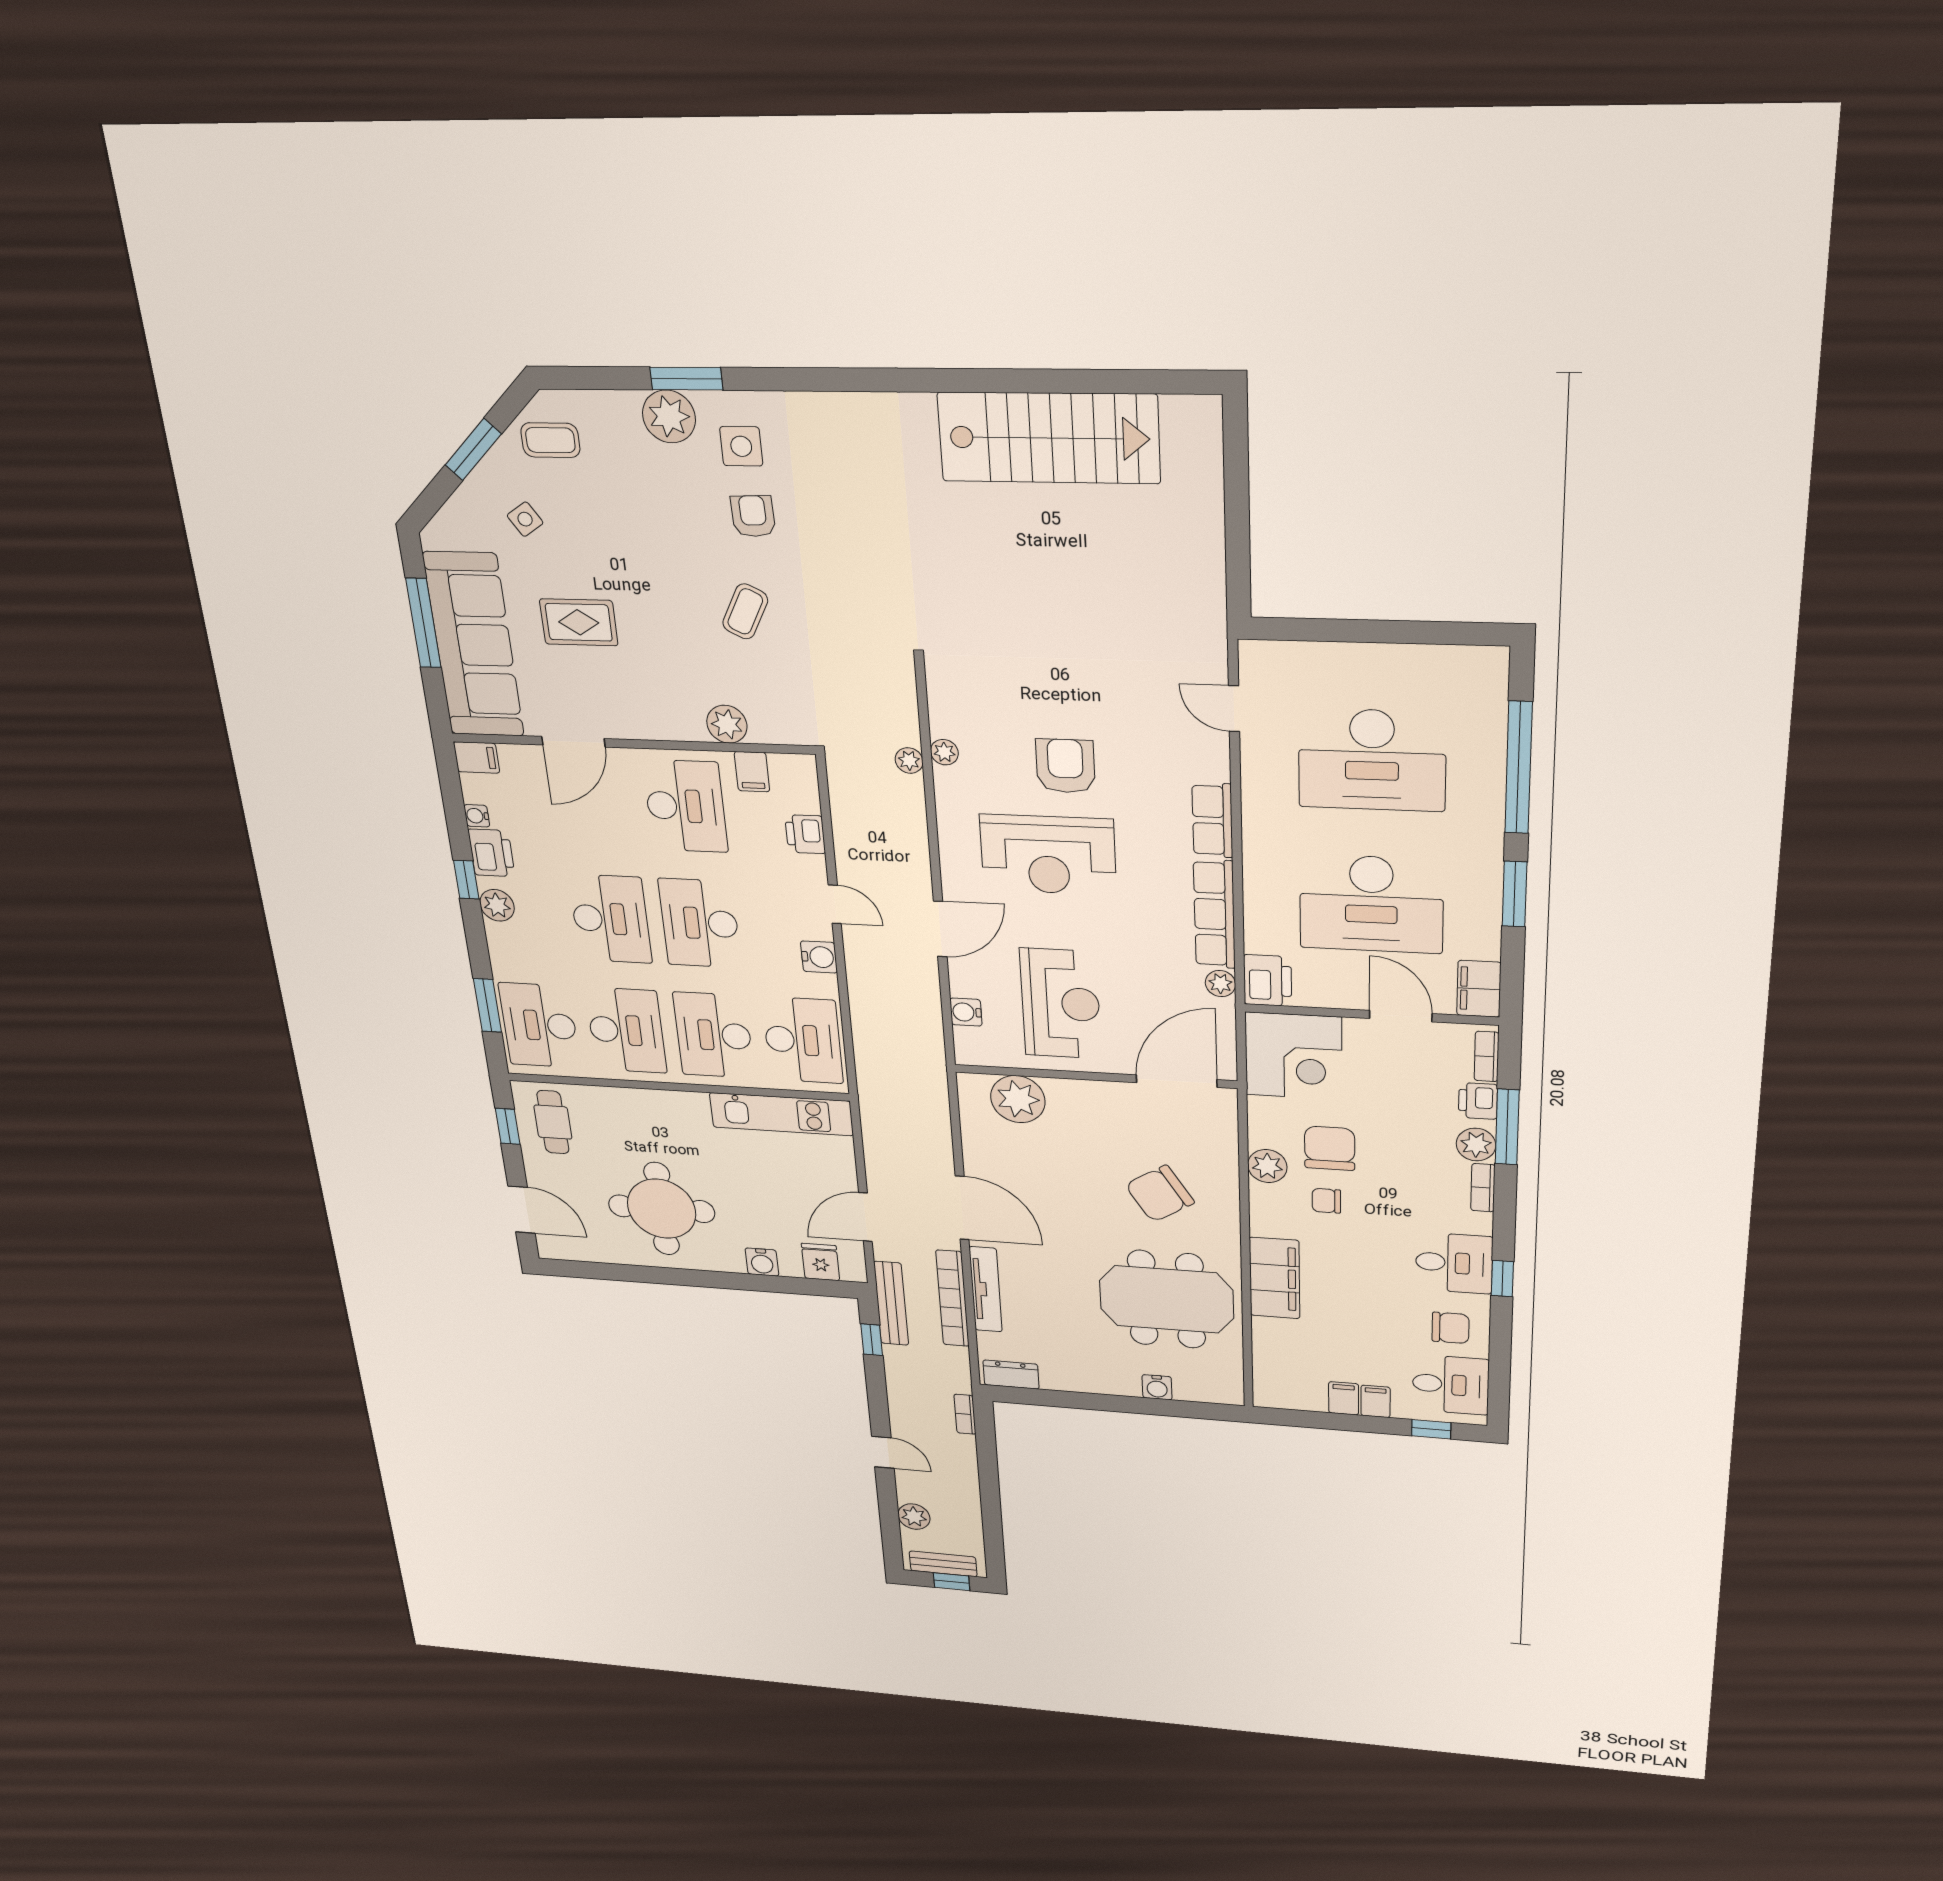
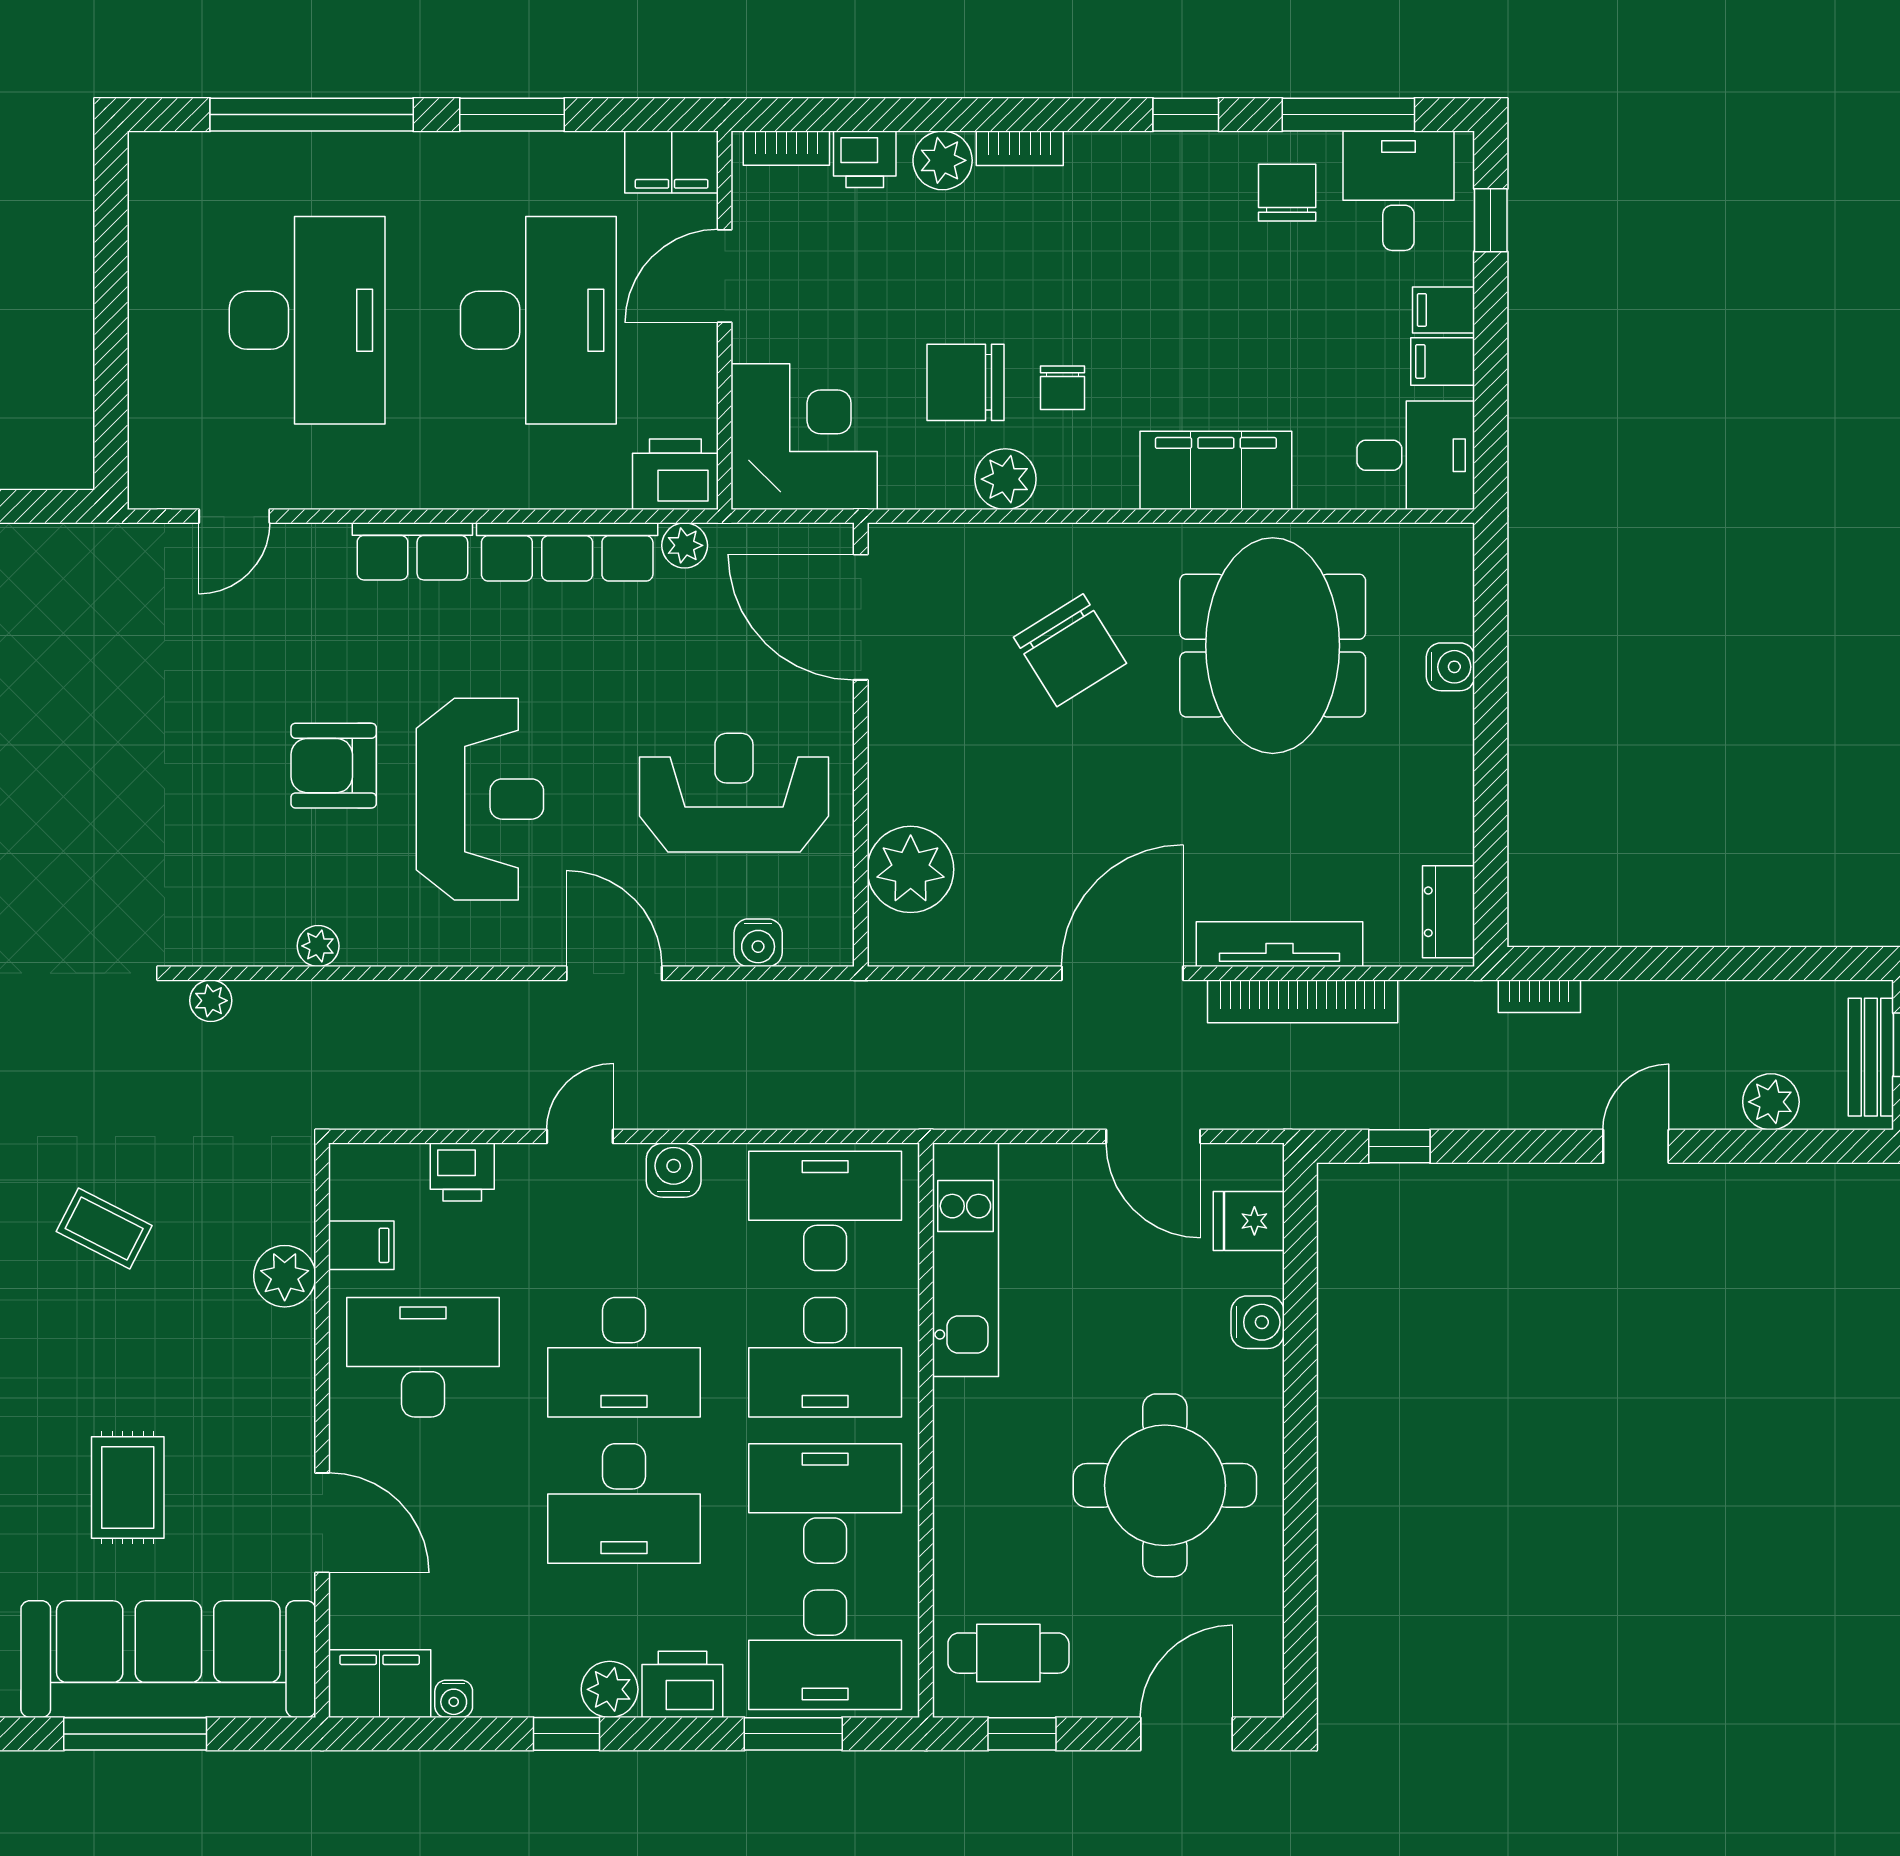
filing cabinet: (477, 757) -> (380, 1684), width x2.00
plant: (909, 760) -> (211, 1001), moved
printer: (492, 853) -> (682, 1684), moved
desk: (610, 919) -> (624, 1503), turned 180
window: (1507, 1127) -> (1348, 115), moved
desk: (1454, 1263) -> (1416, 455), moved, turned 90
bench: (891, 1303) -> (1322, 1107), removed

